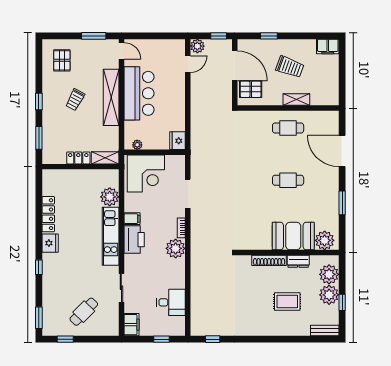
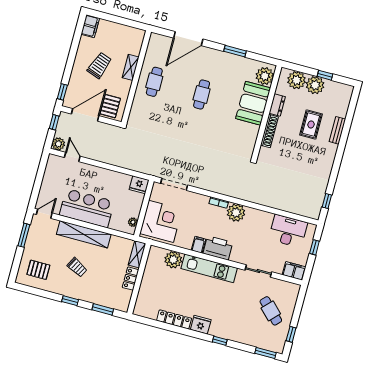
window: (269, 36) -> (62, 92), moved
doorway: (188, 194) -> (174, 184), moved
desk: (171, 302) -> (288, 231), width x1.37
bench: (325, 330) -> (337, 130), moved

